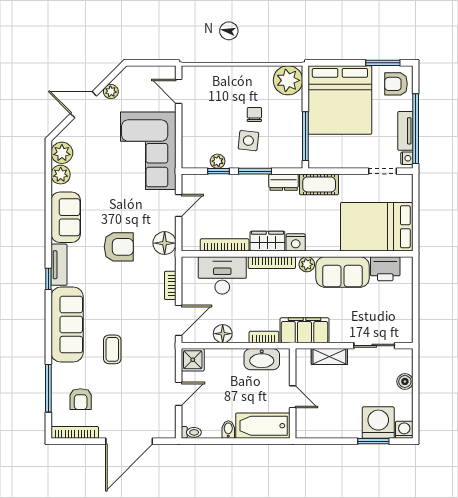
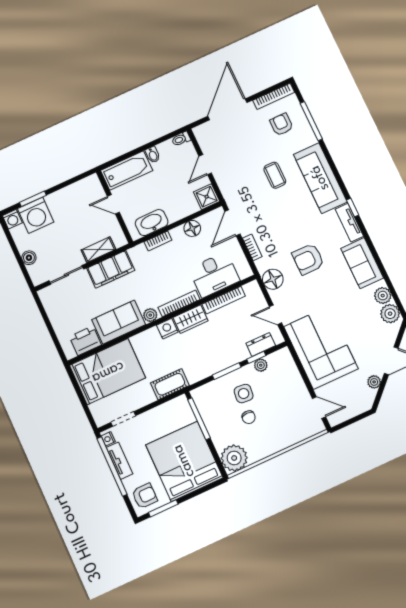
dresser: (284, 182) -> (261, 344), moved
door: (179, 205) -> (275, 315), hinge flipped
filing cabinet: (305, 330) -> (111, 269), moved

